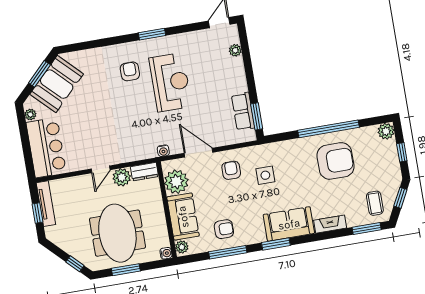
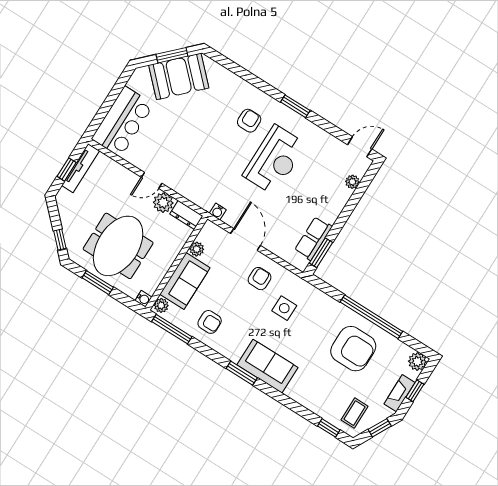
plant: (30, 114) -> (134, 82), removed
plant: (176, 182) -> (197, 249), width x0.53, depth x0.53
fireplace: (330, 224) -> (399, 393), moved, turned -90
window: (367, 229) -> (329, 428), width x0.67
window: (228, 252) -> (172, 329), moved

